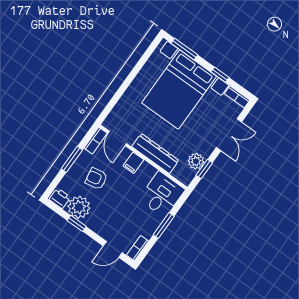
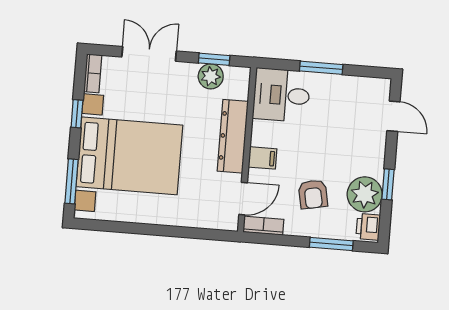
window: (72, 159) -> (331, 244), moved
bookcase: (138, 248) -> (372, 84), removed

